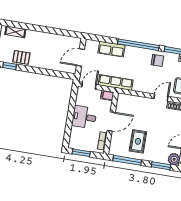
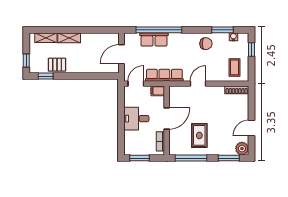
shelving: (36, 35) -> (69, 38), added
window: (138, 45) -> (159, 30), moved
door: (161, 98) -> (198, 84), moved

